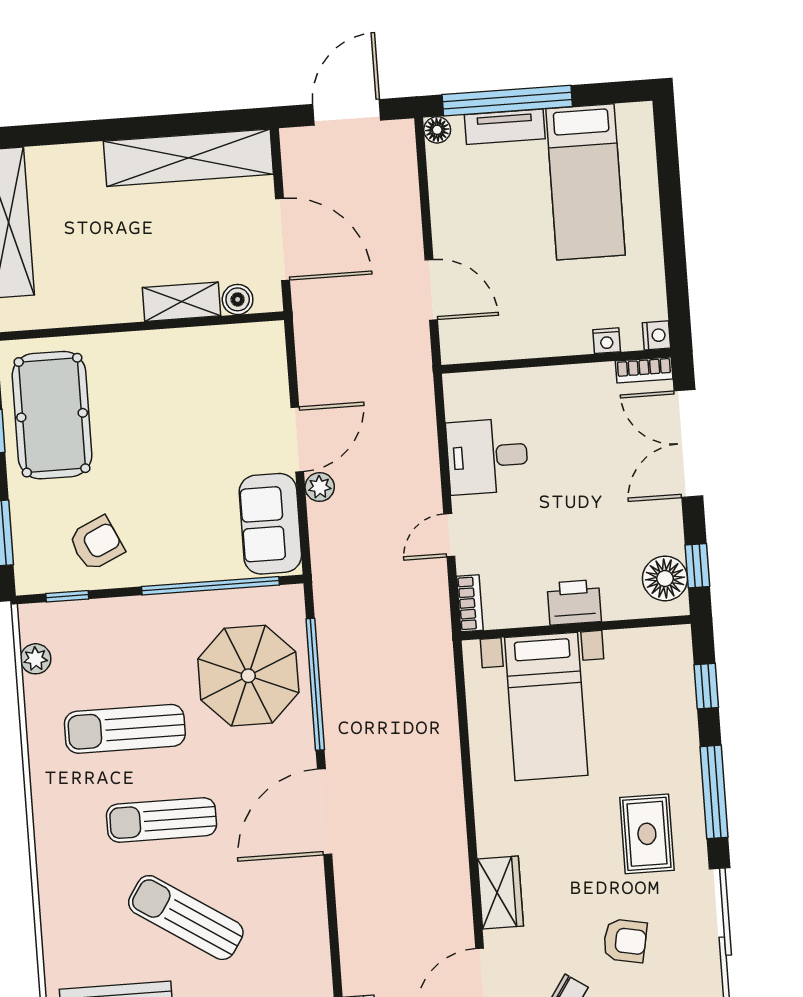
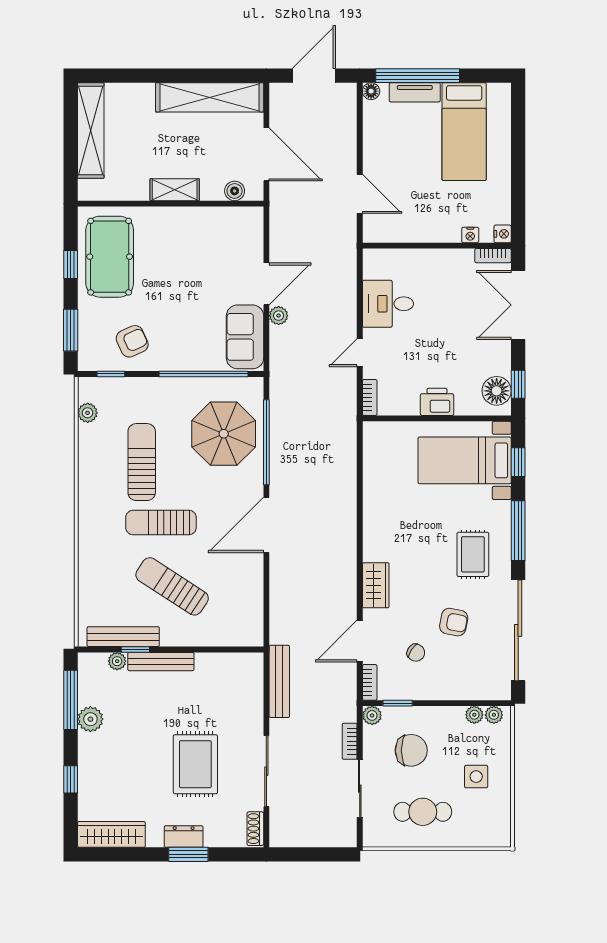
shelving: (181, 302) -> (175, 190), moved
bed with nightstands: (546, 706) -> (465, 460), moved, turned 90
sun lounger: (125, 729) -> (142, 462), turned 90

